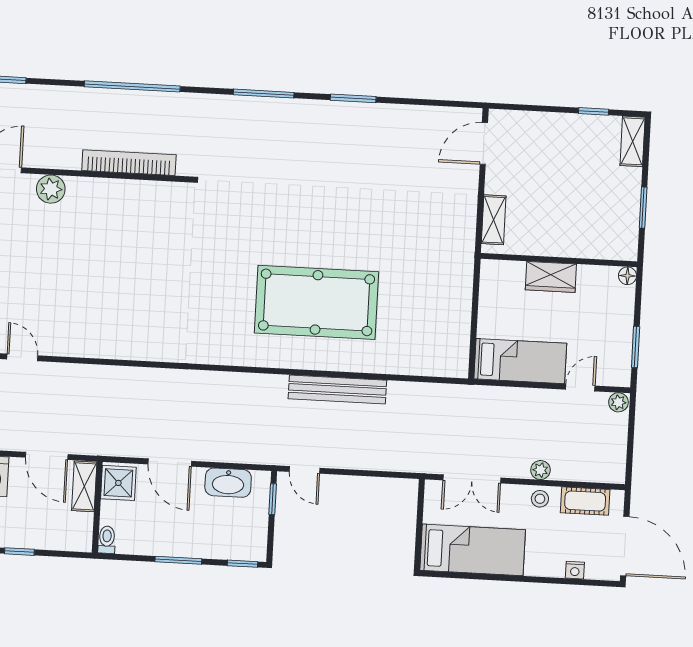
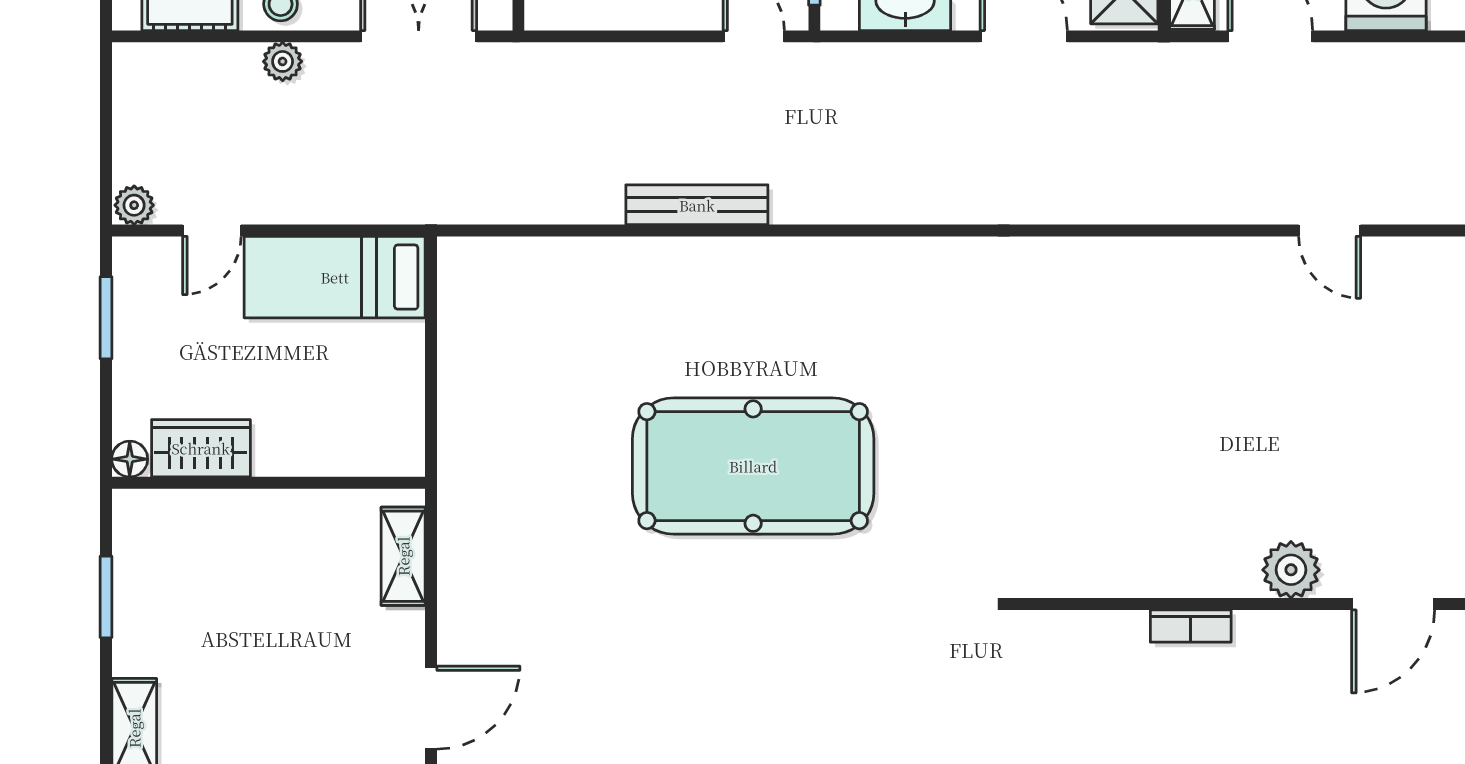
bookcase: (129, 163) -> (1191, 626), width x0.43, depth x0.76
wardrobe: (551, 277) -> (201, 448), moved
pool table: (317, 302) -> (753, 466), moved
bench: (337, 389) -> (697, 205), width x0.73, depth x0.82

